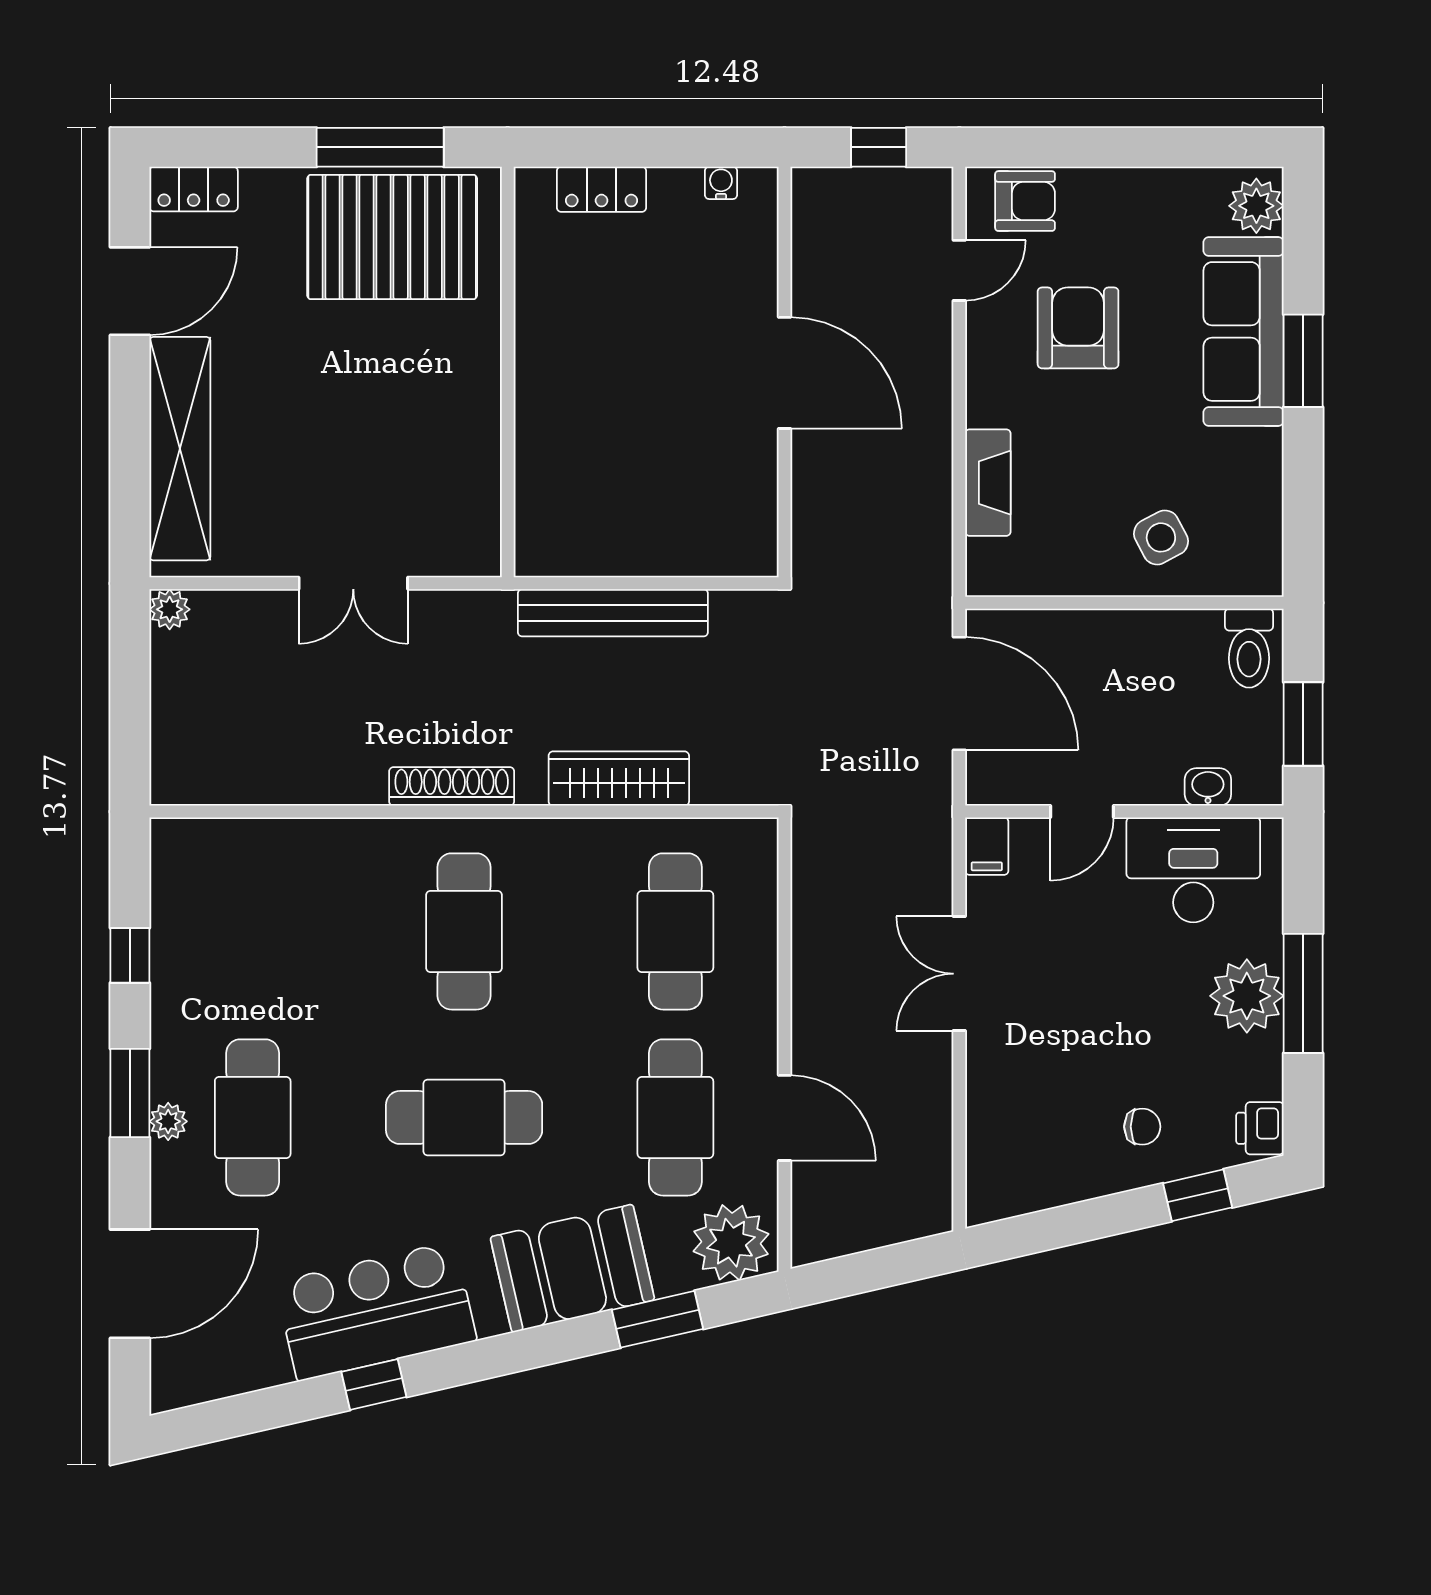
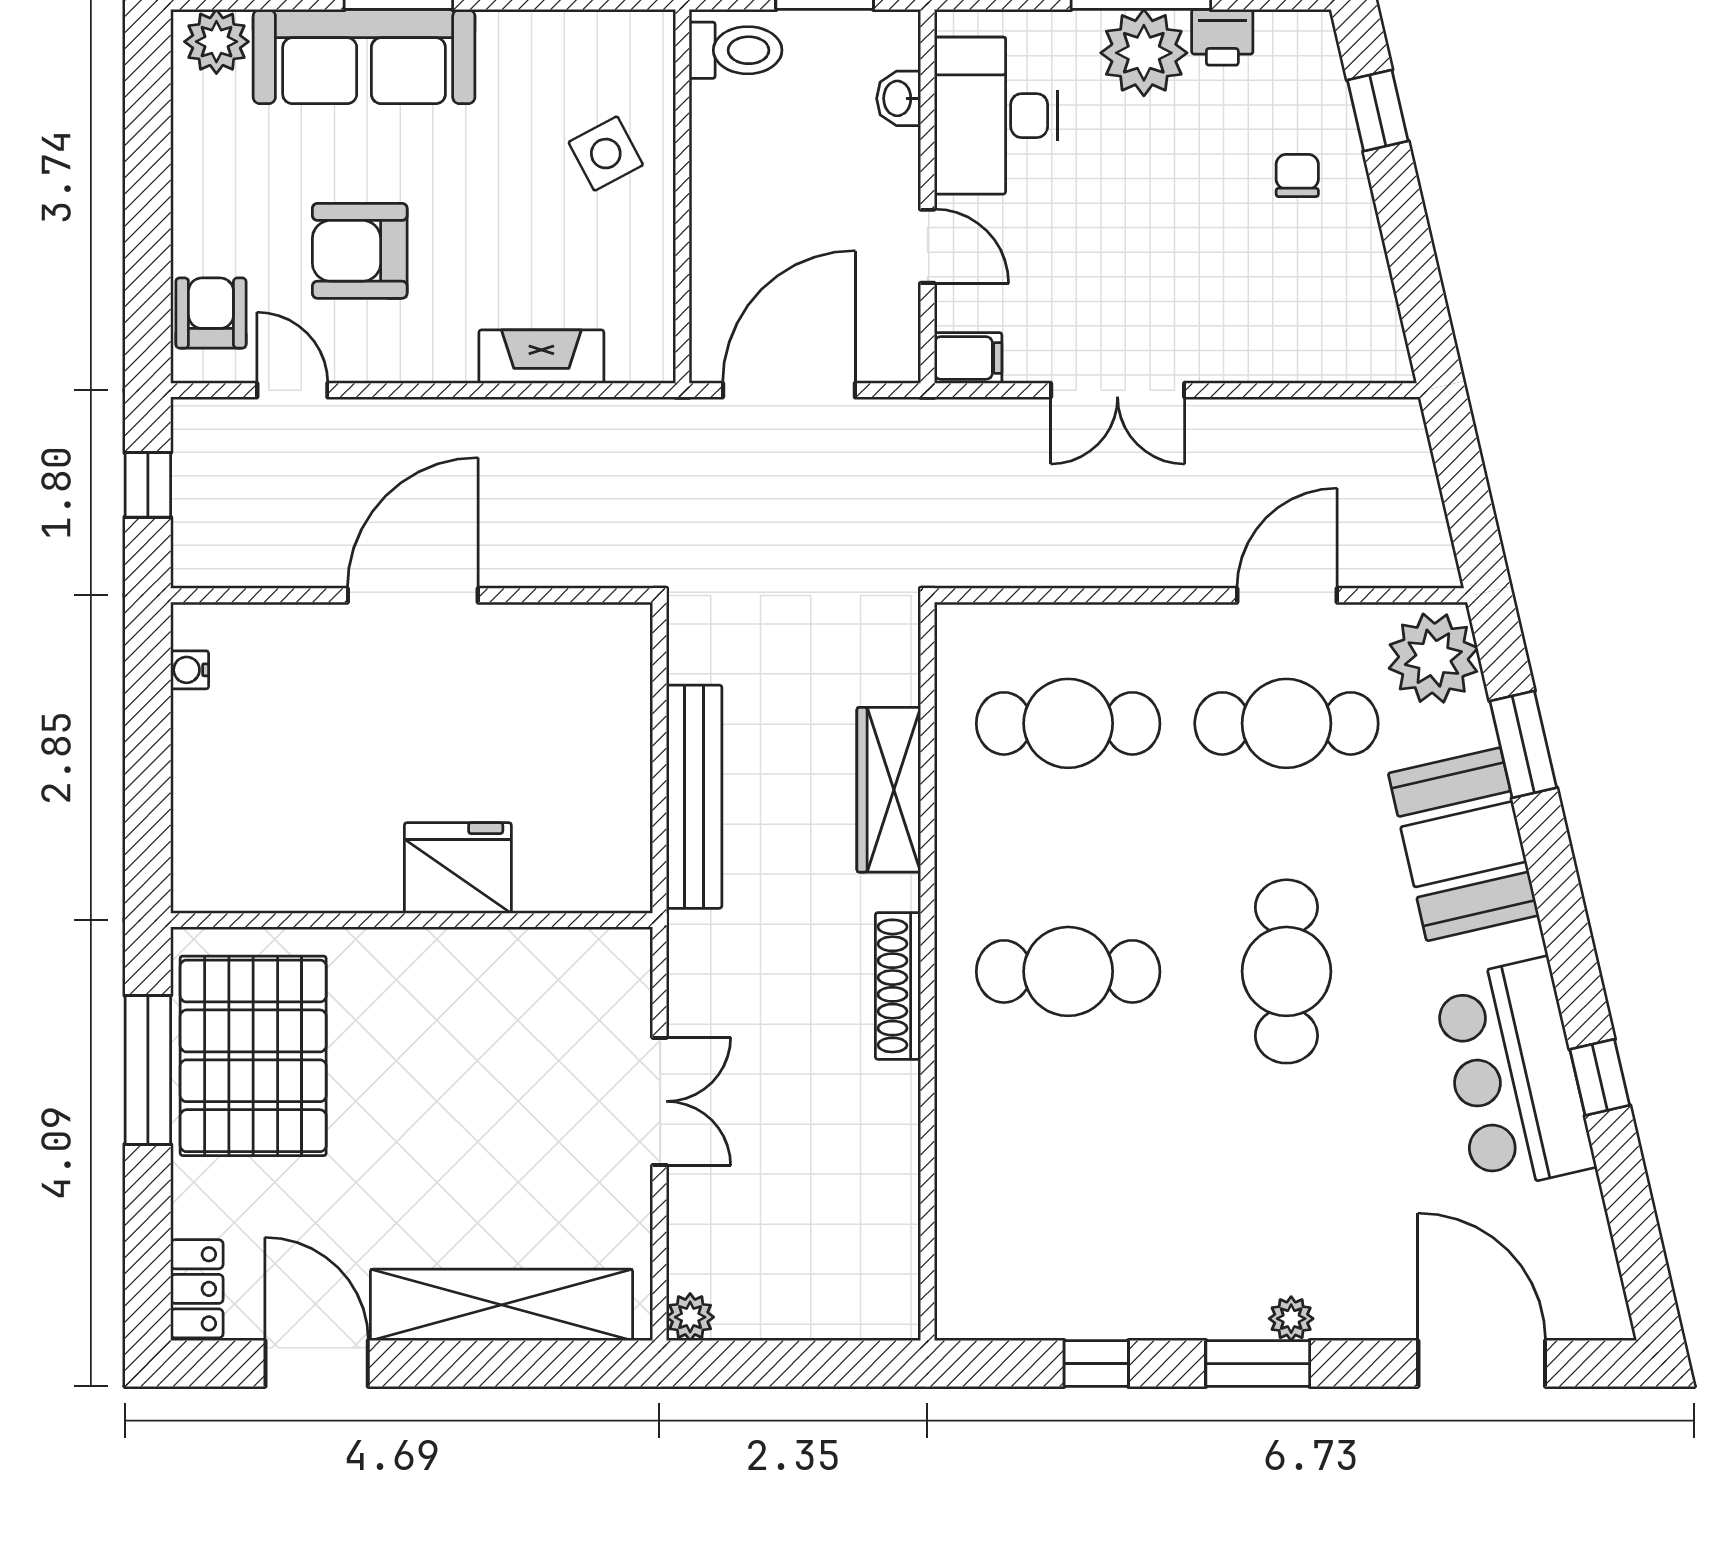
locker: (602, 189) -> (197, 810), removed
fridge: (552, 411) -> (458, 868), added
cafe table: (253, 1117) -> (1286, 1219), removed
printer: (1260, 1128) -> (1222, 37), moved

